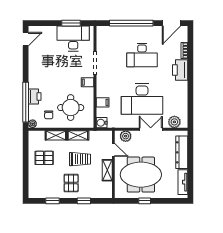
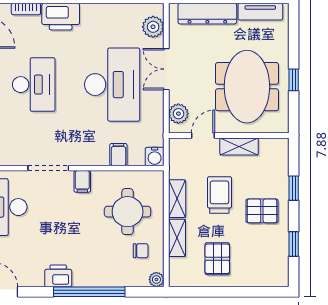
printer: (35, 96) -> (58, 276), moved
window: (26, 102) -> (89, 292), moved

